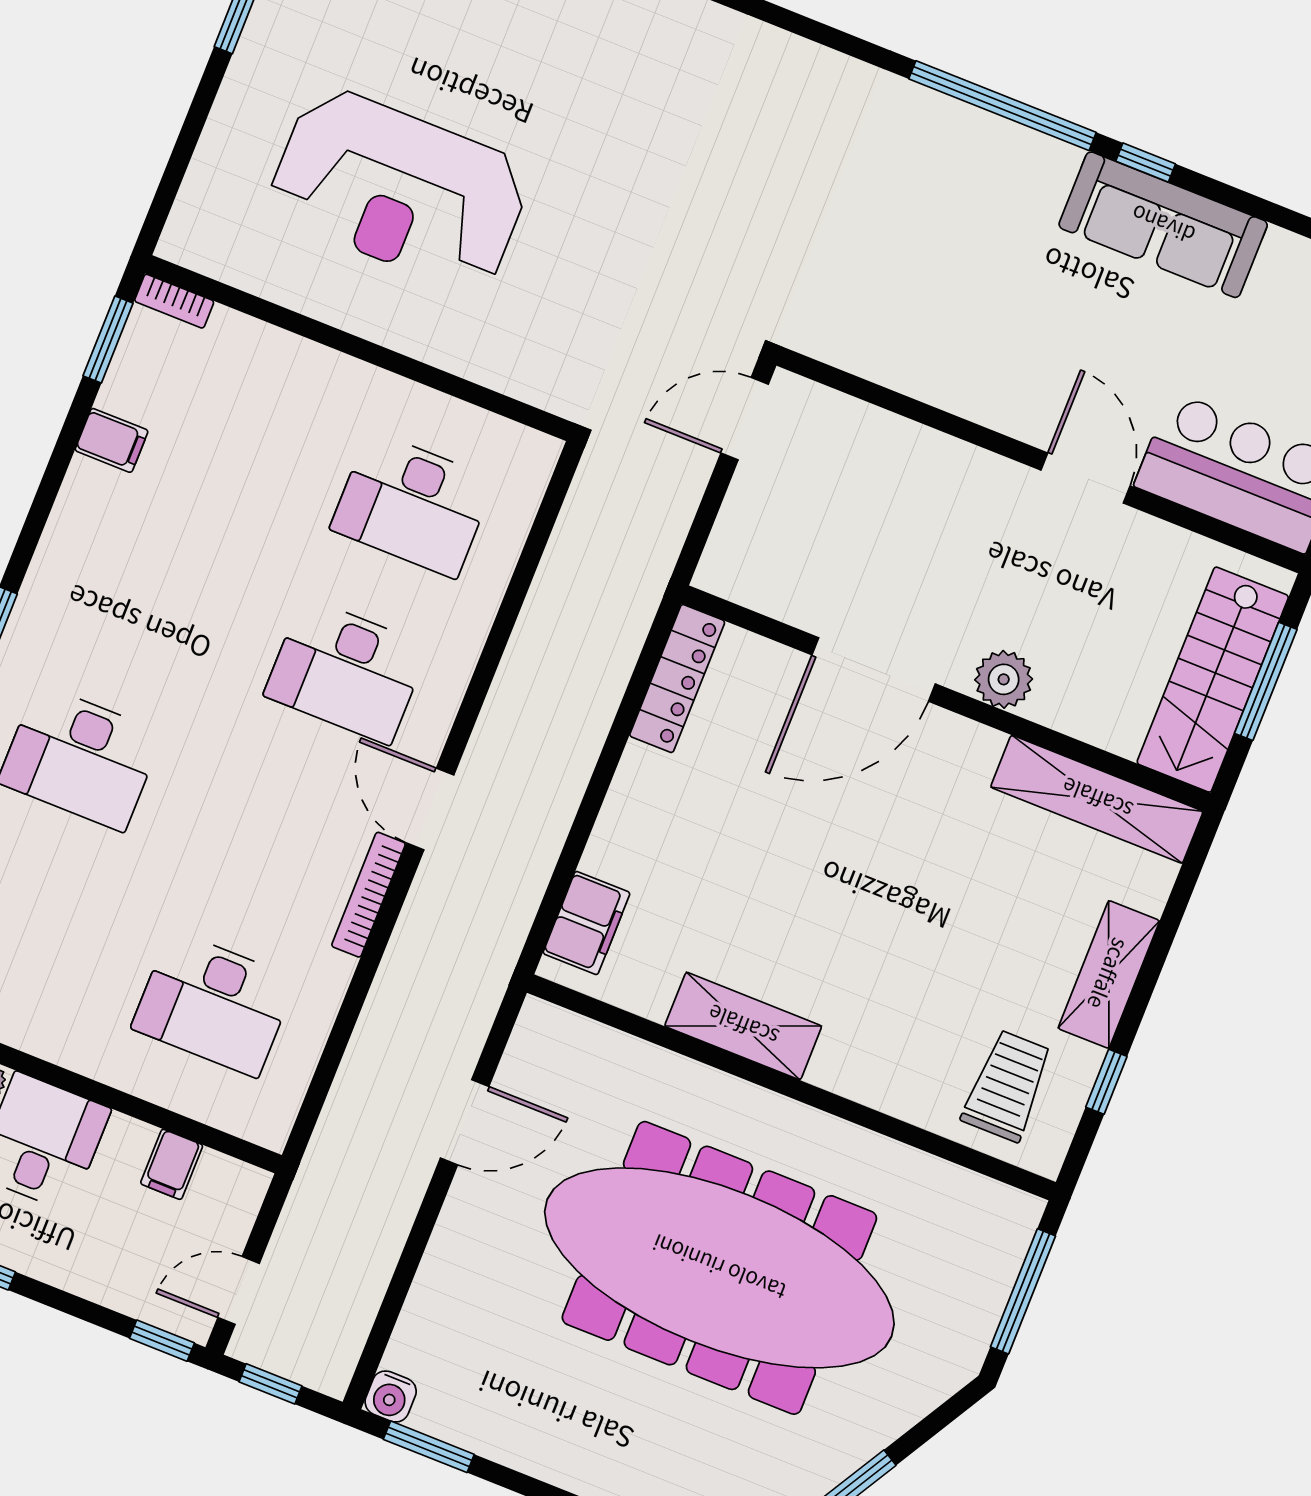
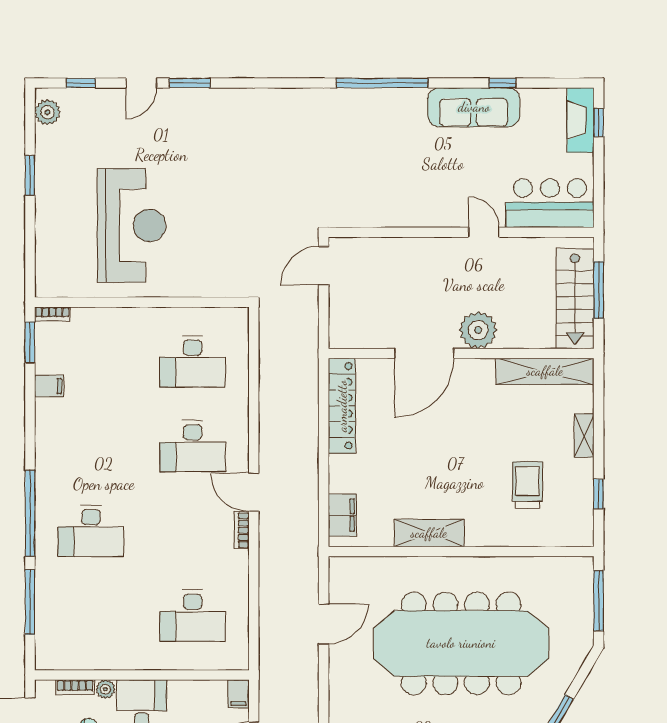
window: (1146, 163) -> (502, 83), moved
reception desk: (399, 189) -> (132, 225), turned -90
door: (1085, 478) -> (484, 232), width x0.73
locker: (677, 678) -> (342, 406), width x1.41, depth x1.21
plant: (1004, 679) -> (478, 330), width x1.36, depth x1.36
bookcase: (369, 895) -> (242, 530), width x0.64
shelving: (1109, 974) -> (584, 436), width x0.67, depth x0.75
trolley: (1007, 1086) -> (528, 485), moved
filing cabinet: (172, 1164) -> (238, 694), moved

